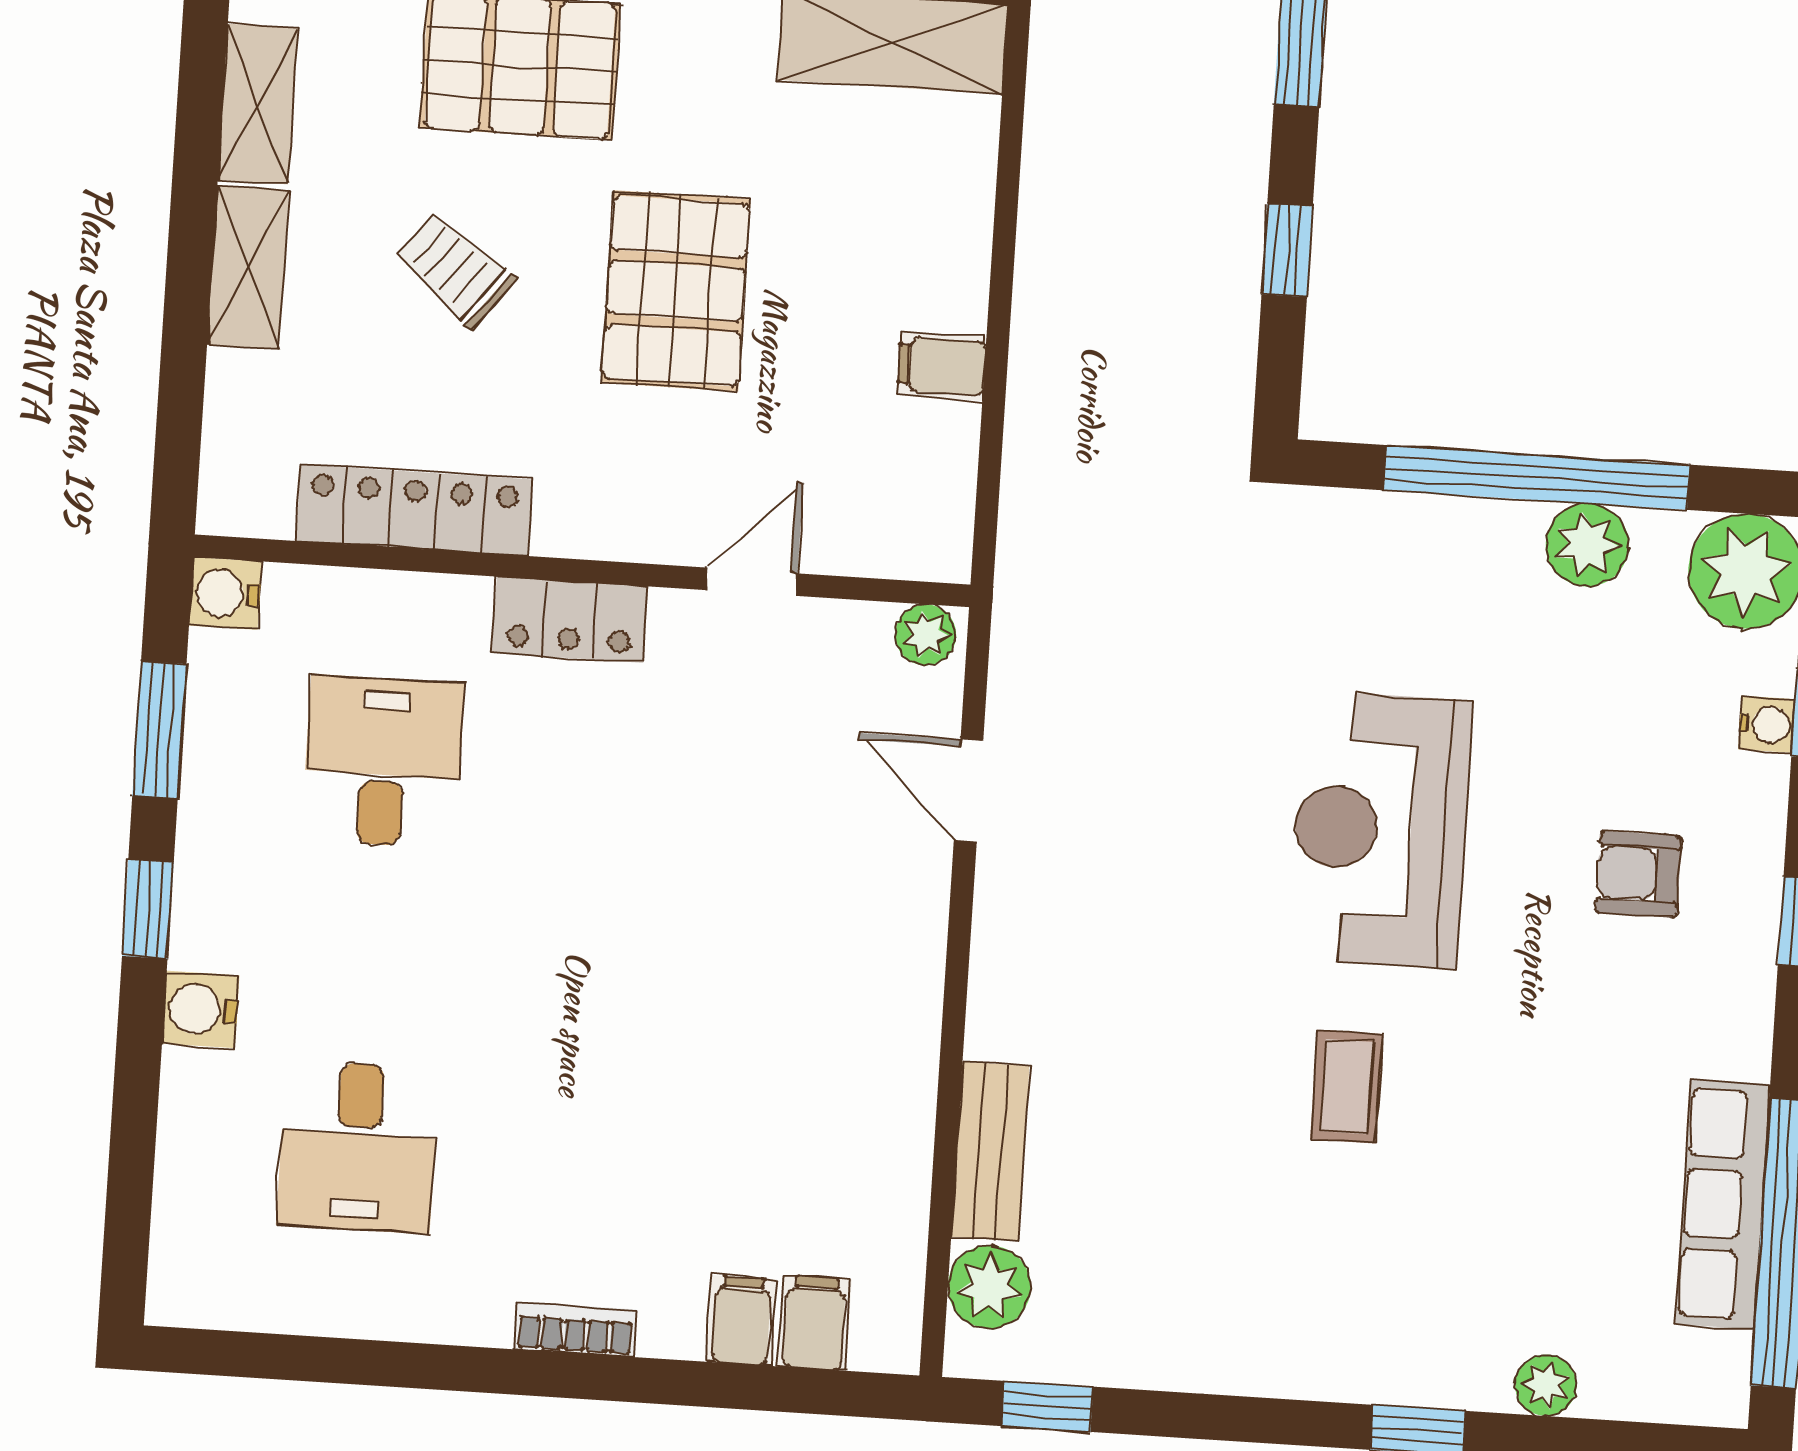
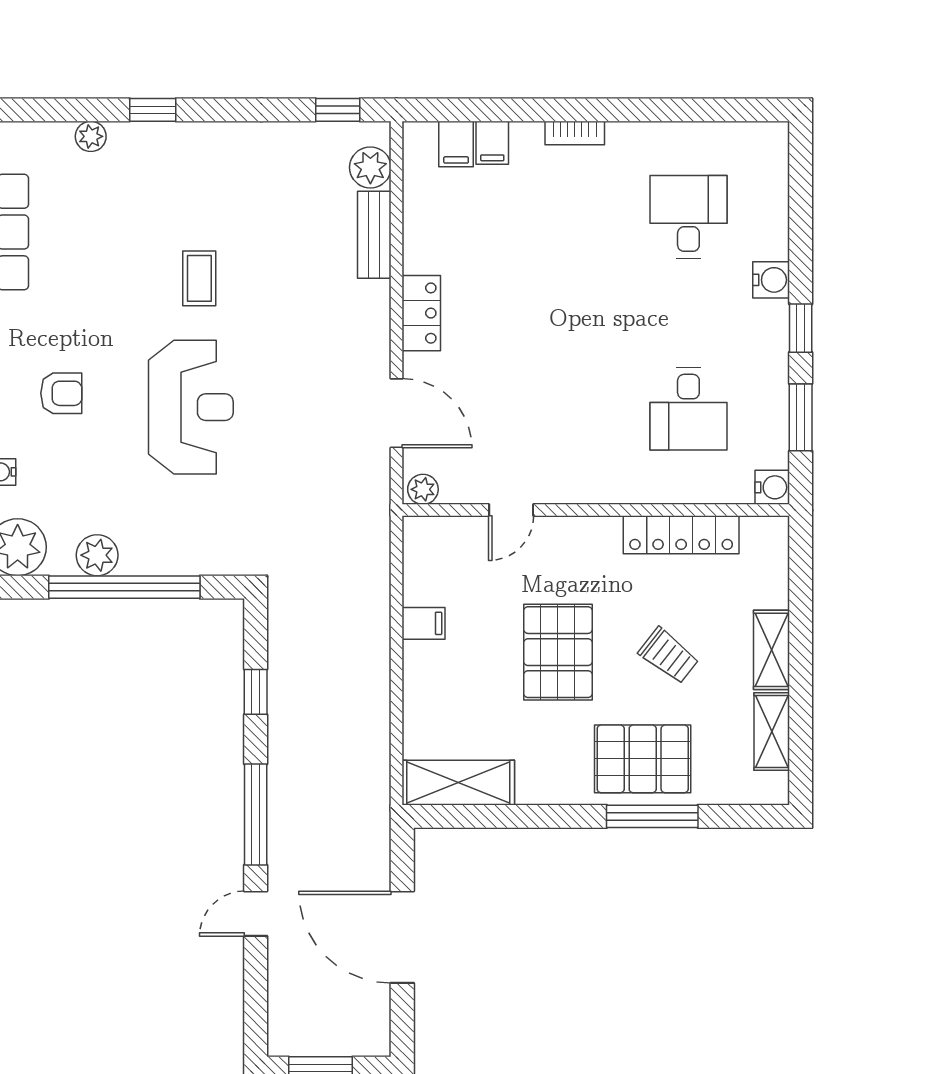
locker: (570, 620) -> (421, 313), moved, turned 90
door: (969, 791) -> (397, 413), width x1.38

